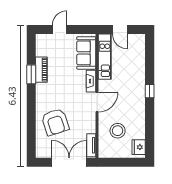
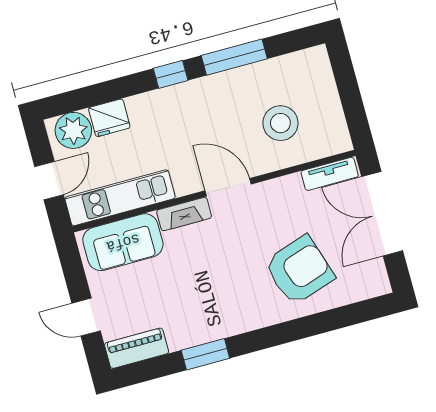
plant: (138, 45) -> (73, 130), added
piano: (41, 70) -> (137, 348), moved
window: (150, 119) -> (234, 57), added
fridge: (139, 147) -> (109, 118), moved

